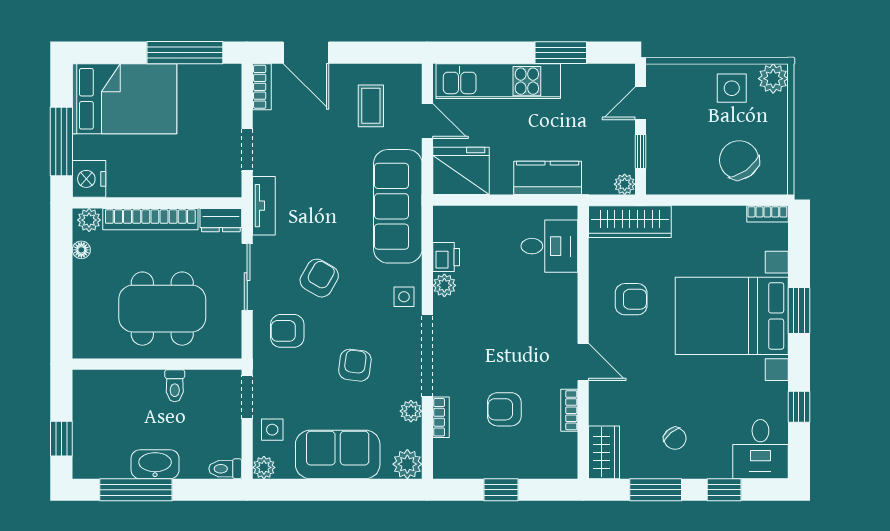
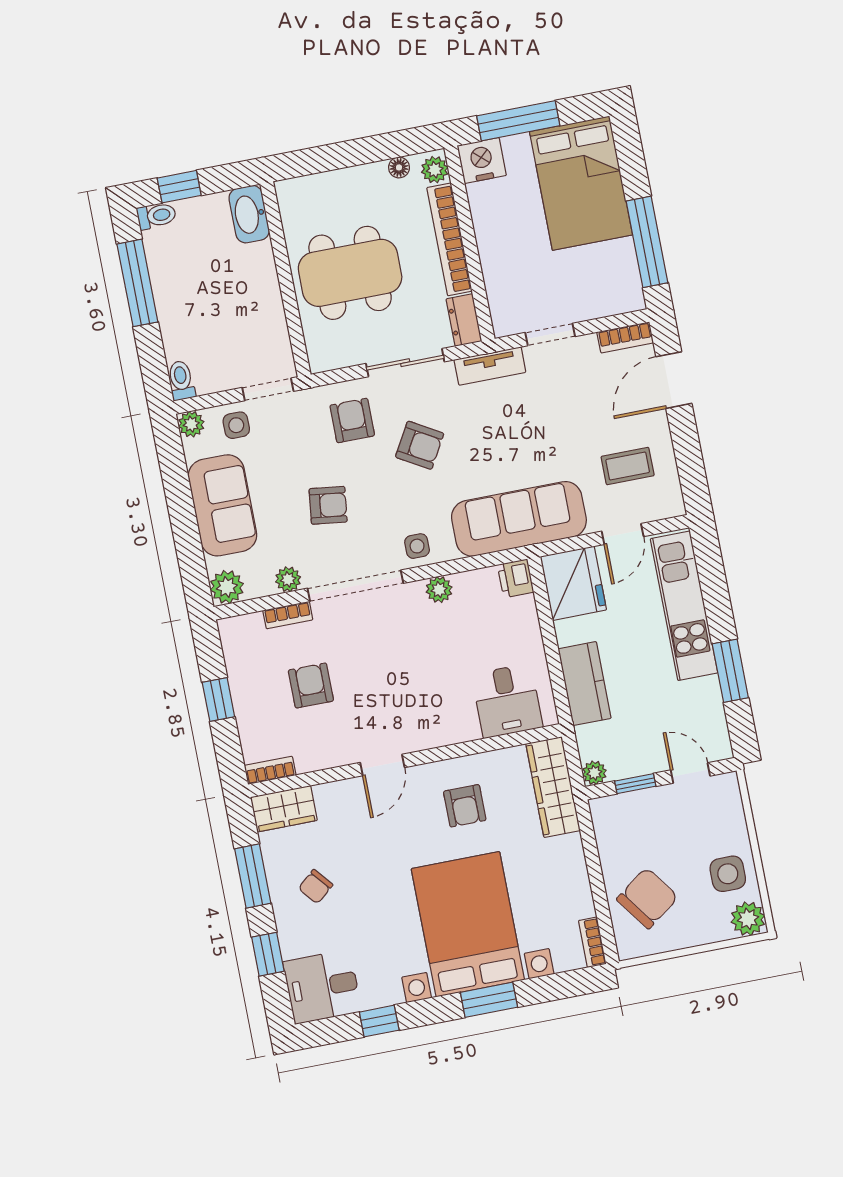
printer: (446, 257) -> (516, 578), moved, turned 90
dining table: (162, 309) -> (350, 273), turned 90
toilet: (175, 386) -> (156, 216), moved, turned 180
bookcase: (569, 410) -> (270, 770), moved
washbasin: (155, 464) -> (249, 214), moved, turned 180

